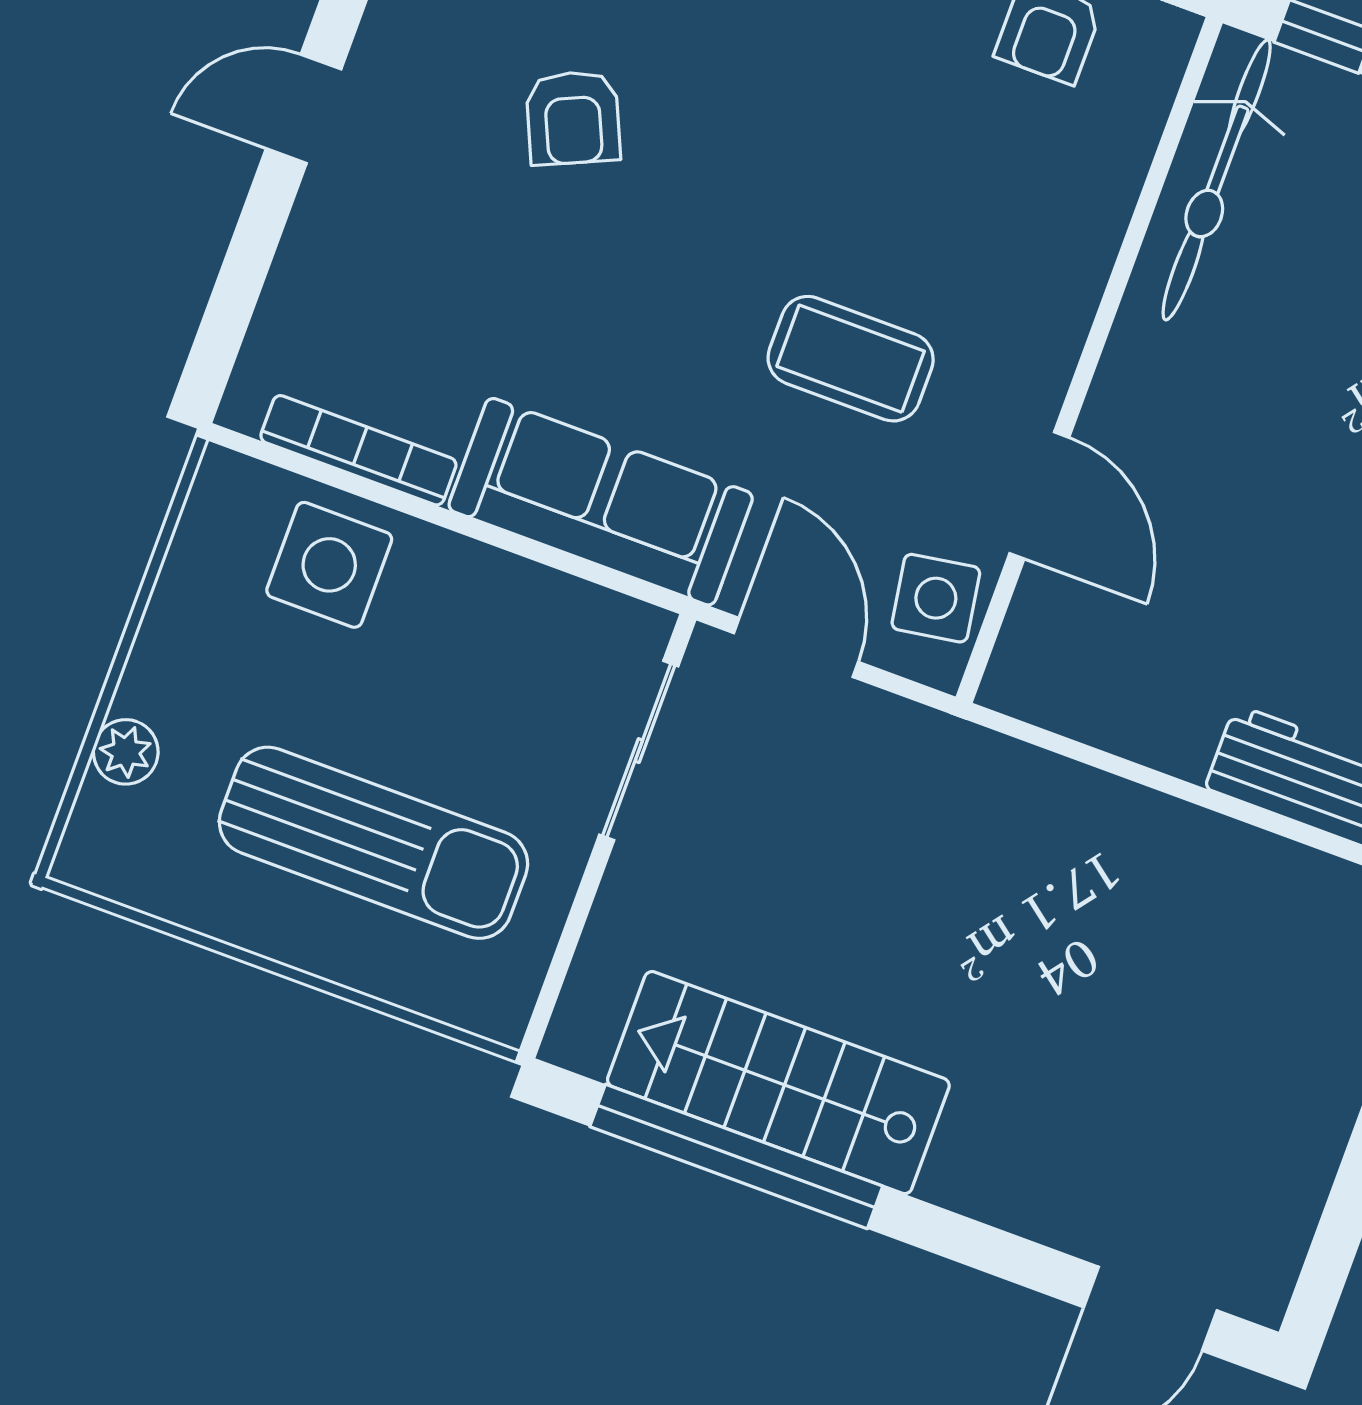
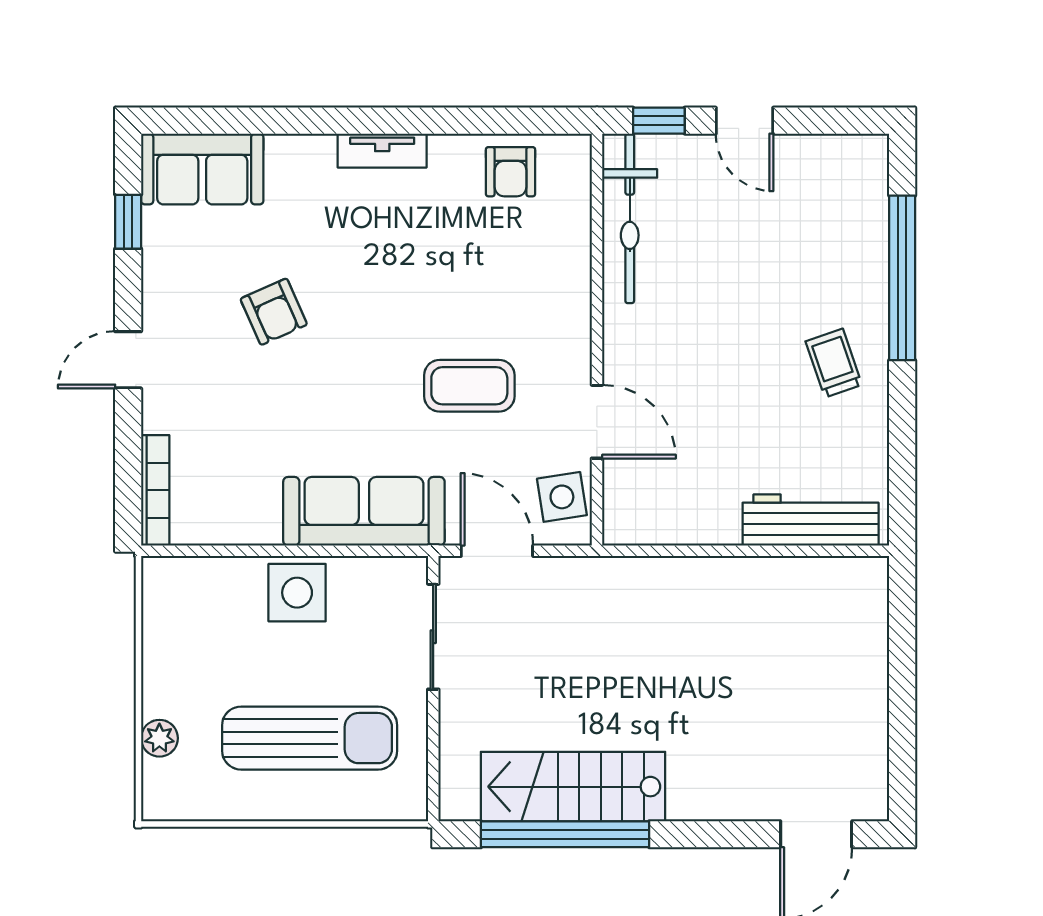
bookcase: (358, 450) -> (155, 490), moved, turned 90
side table: (329, 565) -> (297, 593), moved

